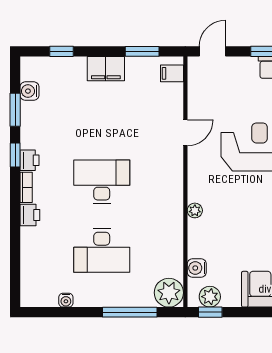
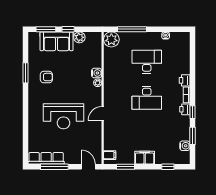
door: (212, 51) -> (88, 167), swing flipped
door: (185, 133) -> (103, 113), moved
water cooler: (197, 268) -> (97, 73), moved
plant: (210, 297) -> (79, 37), moved
window: (210, 312) -> (68, 29), moved

